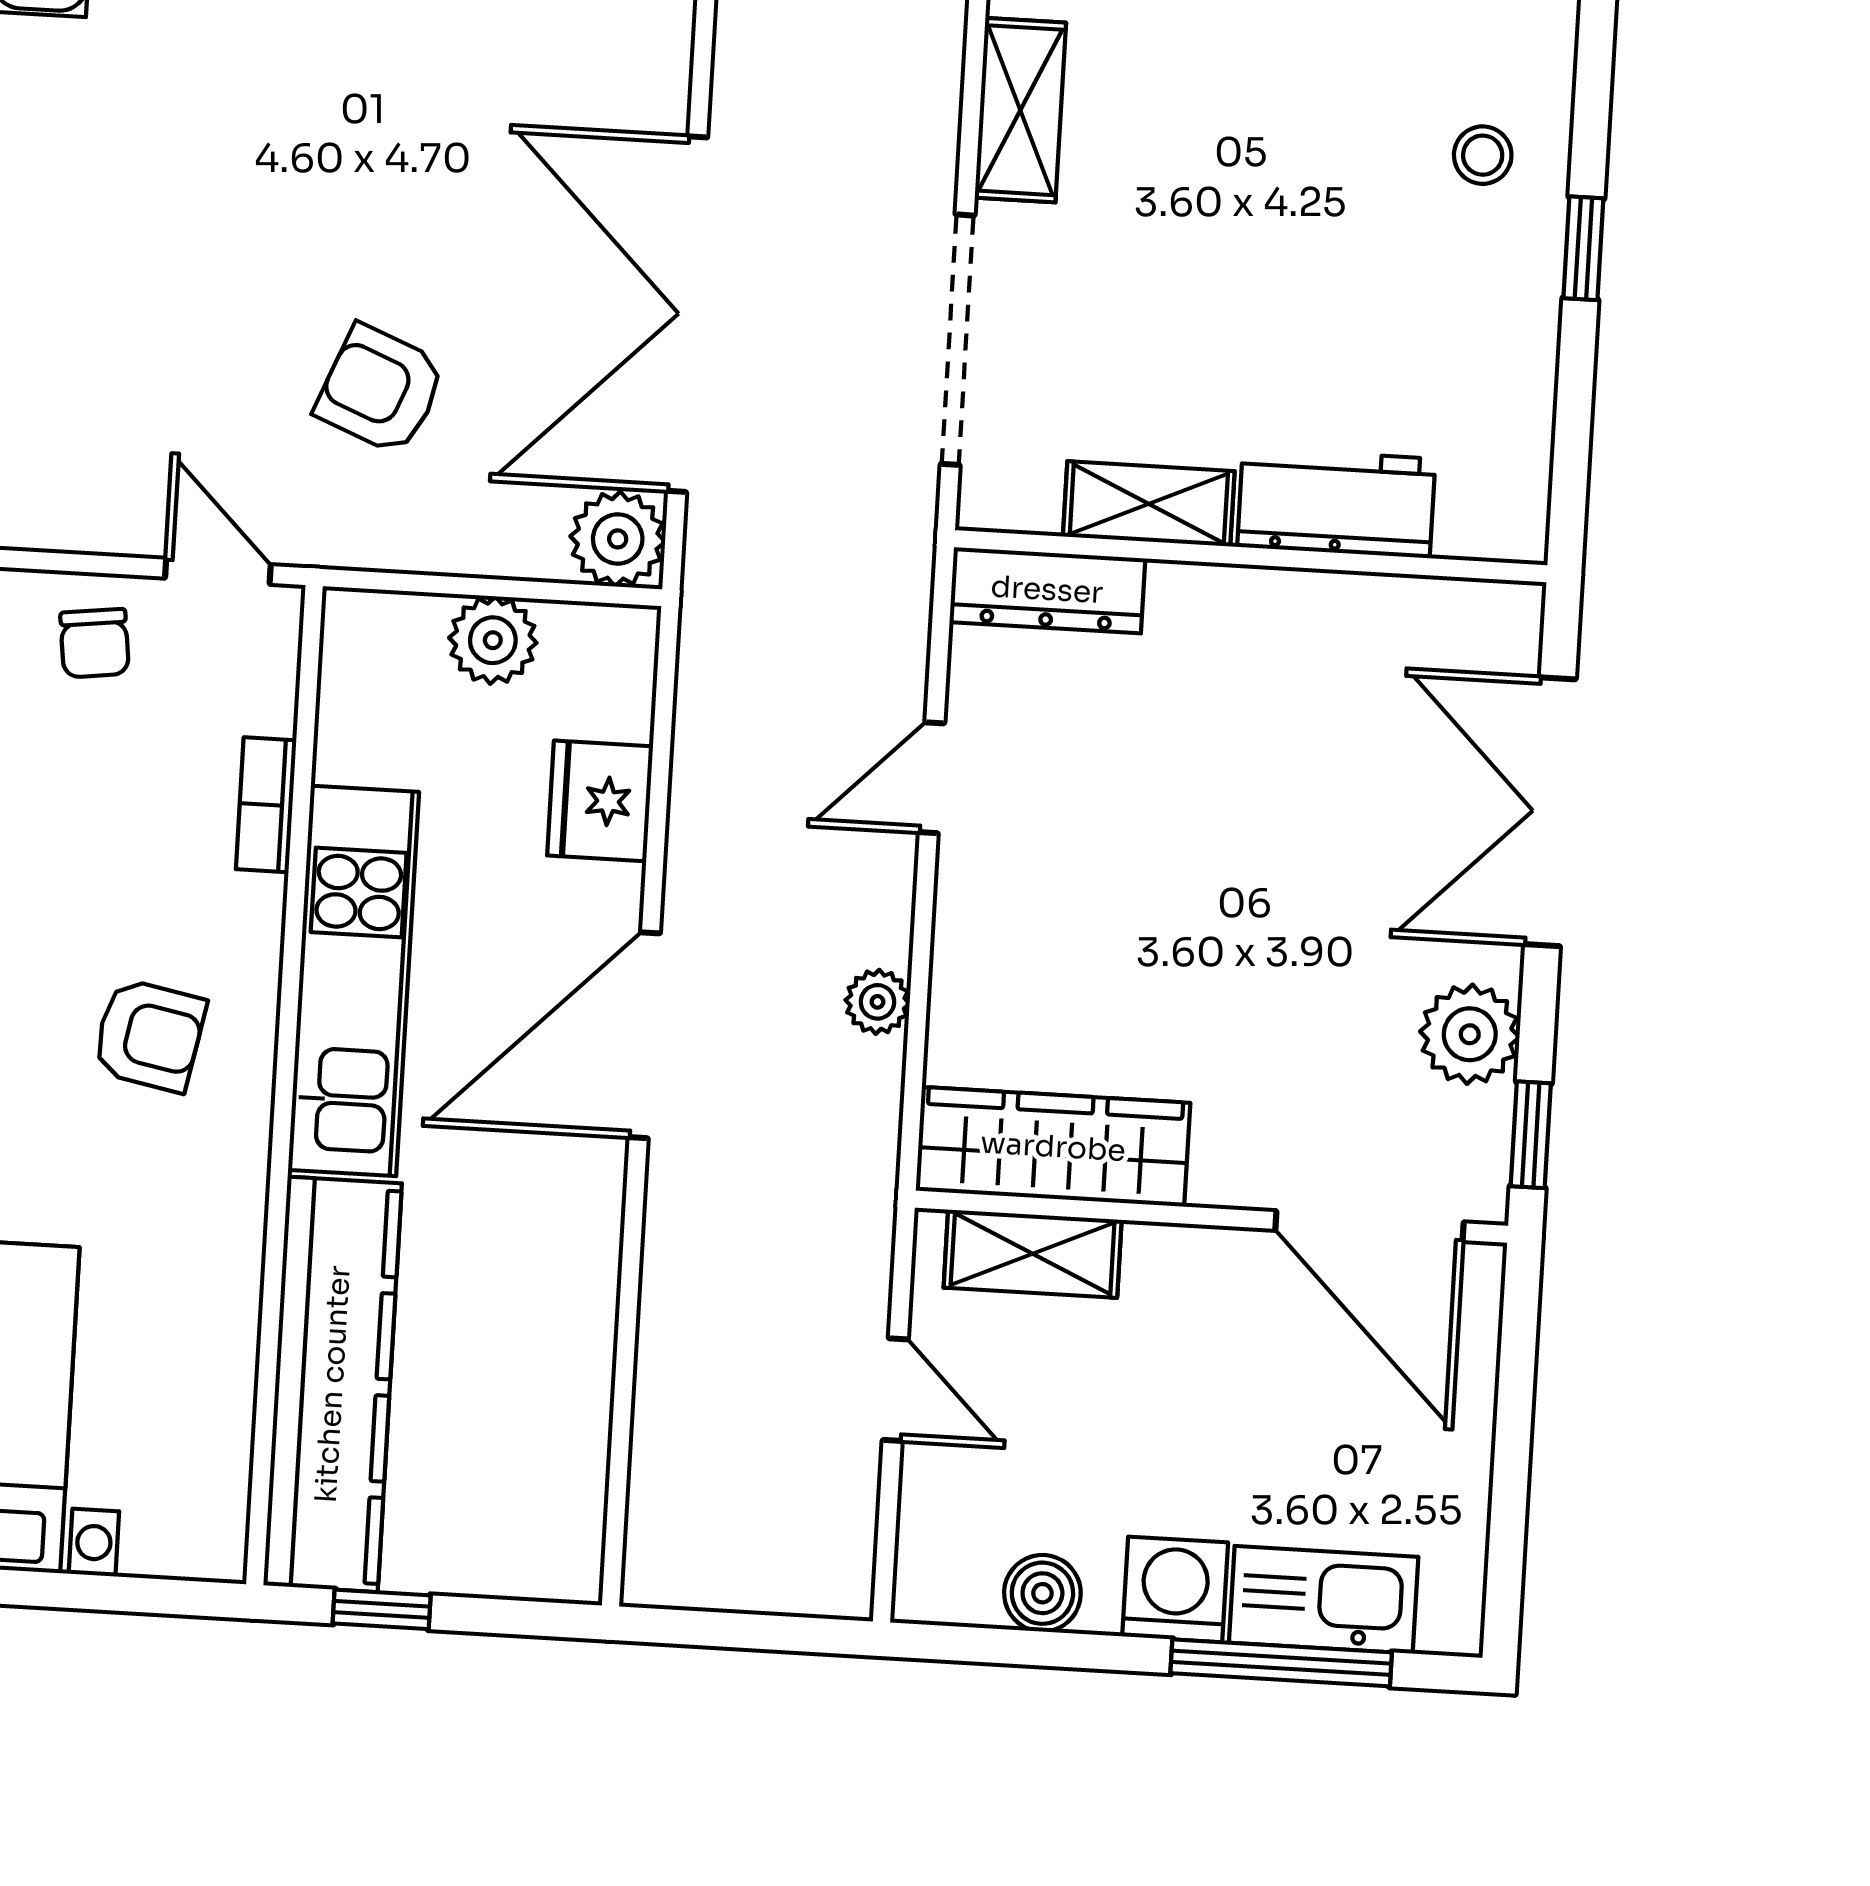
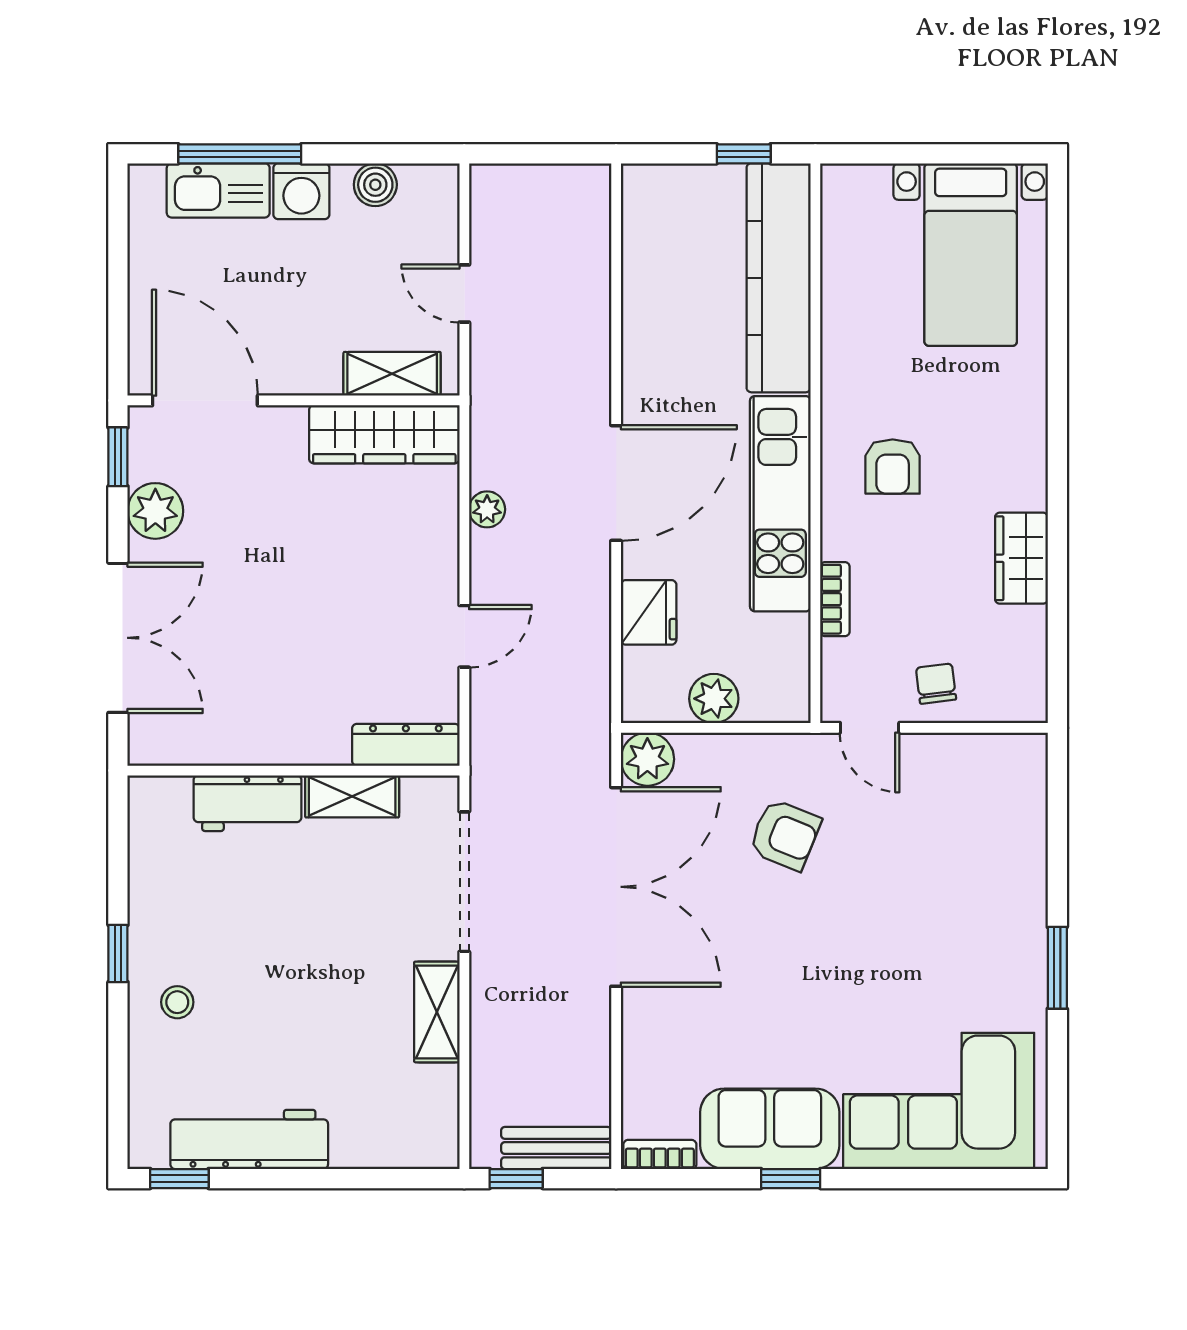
armchair: (149, 1035) -> (893, 467), turned -101

